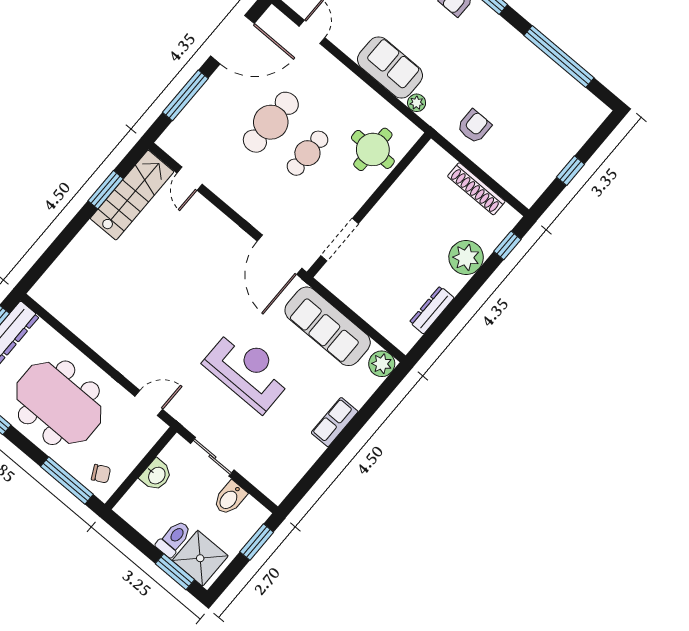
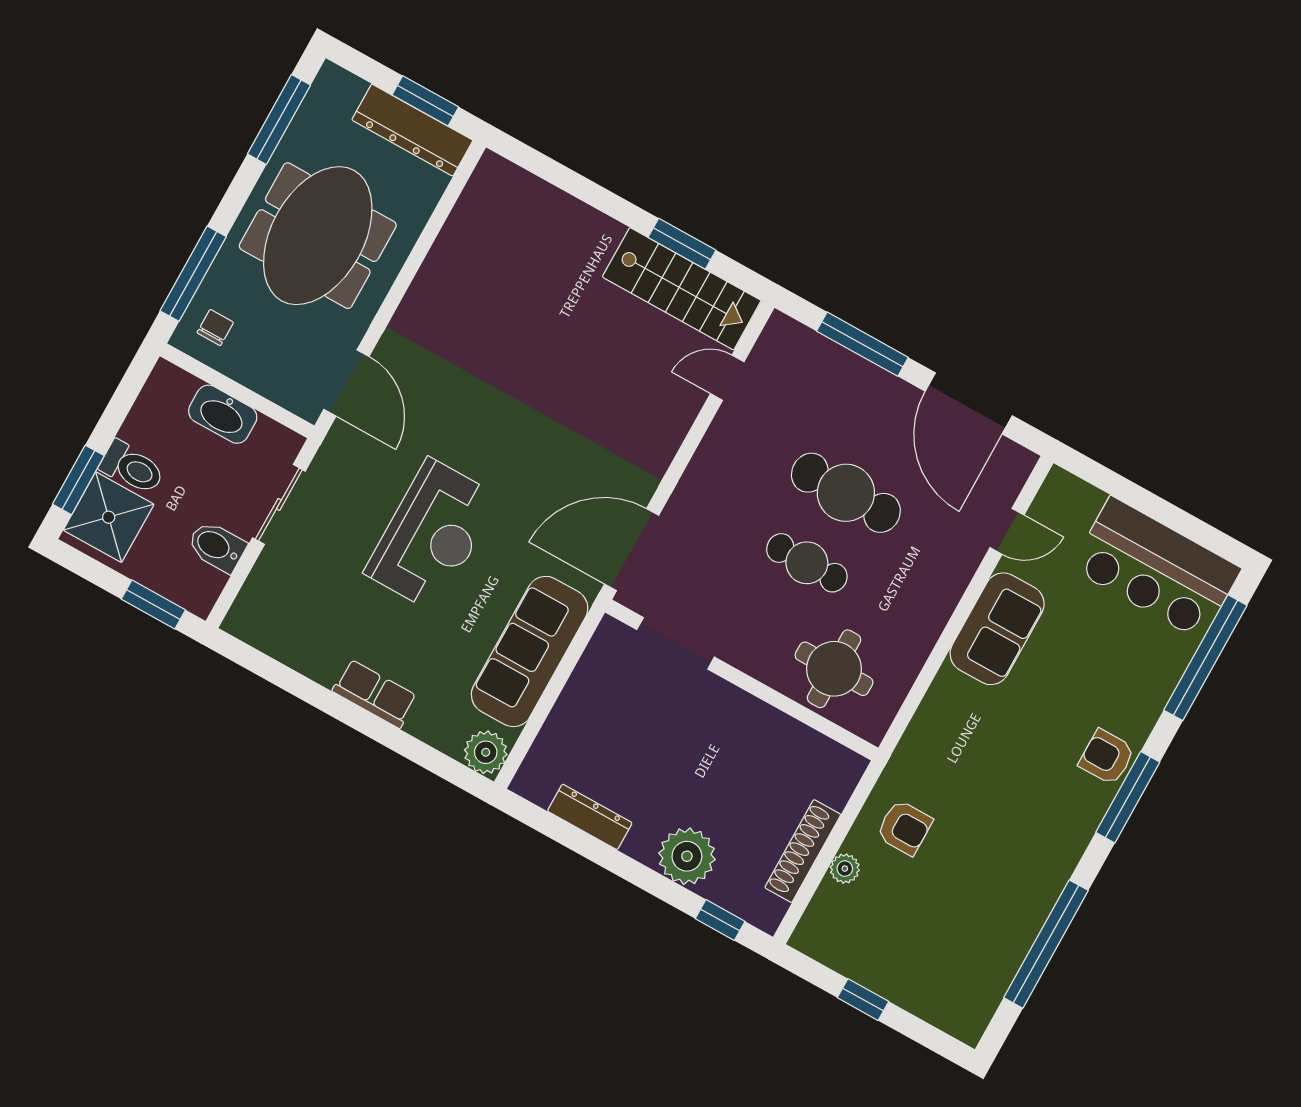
sofa: (390, 67) -> (997, 629), moved
plant: (417, 103) -> (845, 869), moved
door: (149, 403) -> (346, 383), width x1.38
chair: (101, 474) -> (215, 327), turned -152
washbasin: (156, 475) -> (223, 414), width x1.38

